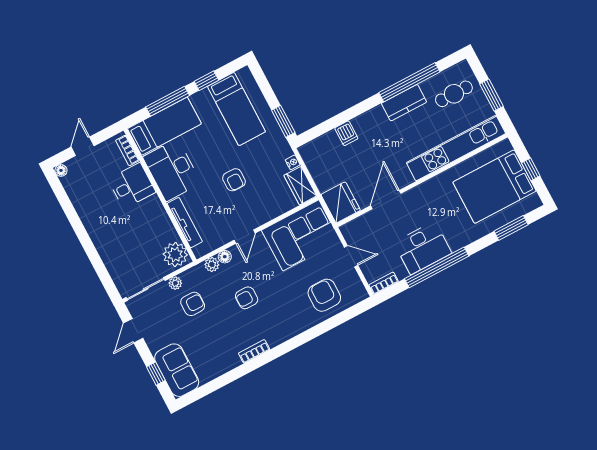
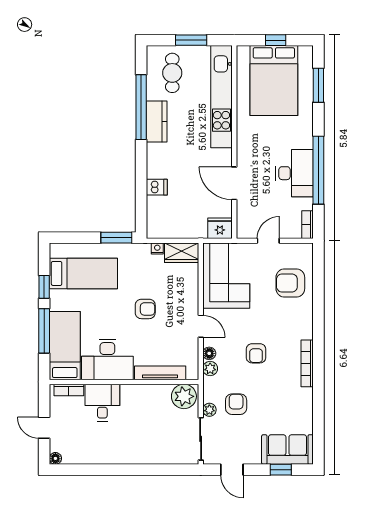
fridge: (341, 202) -> (220, 228), width x0.73, depth x0.75
bookcase: (254, 351) -> (307, 363), width x1.56

